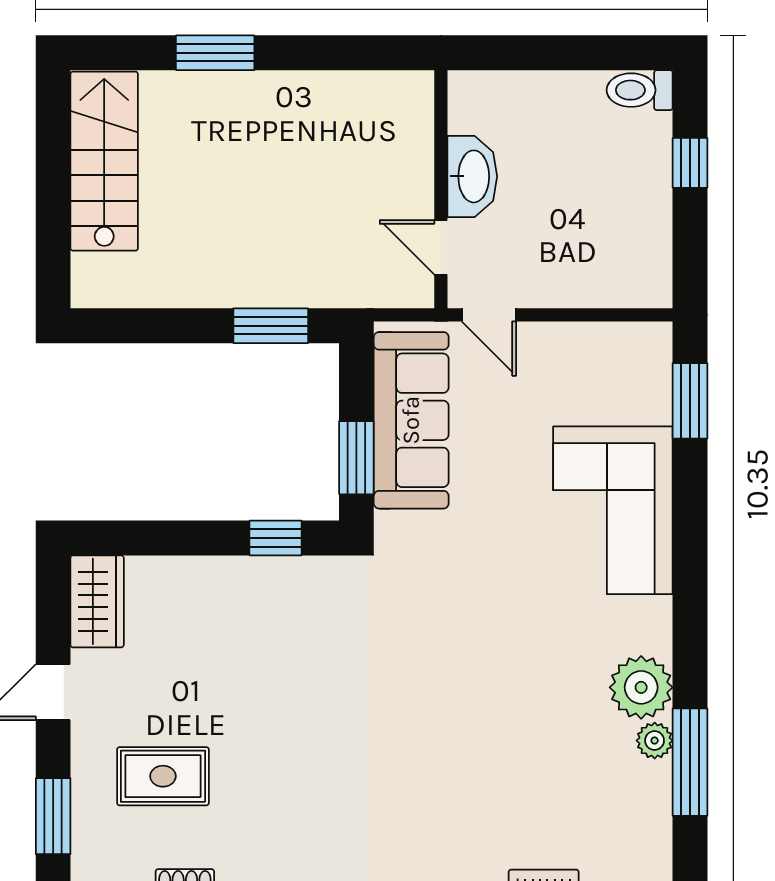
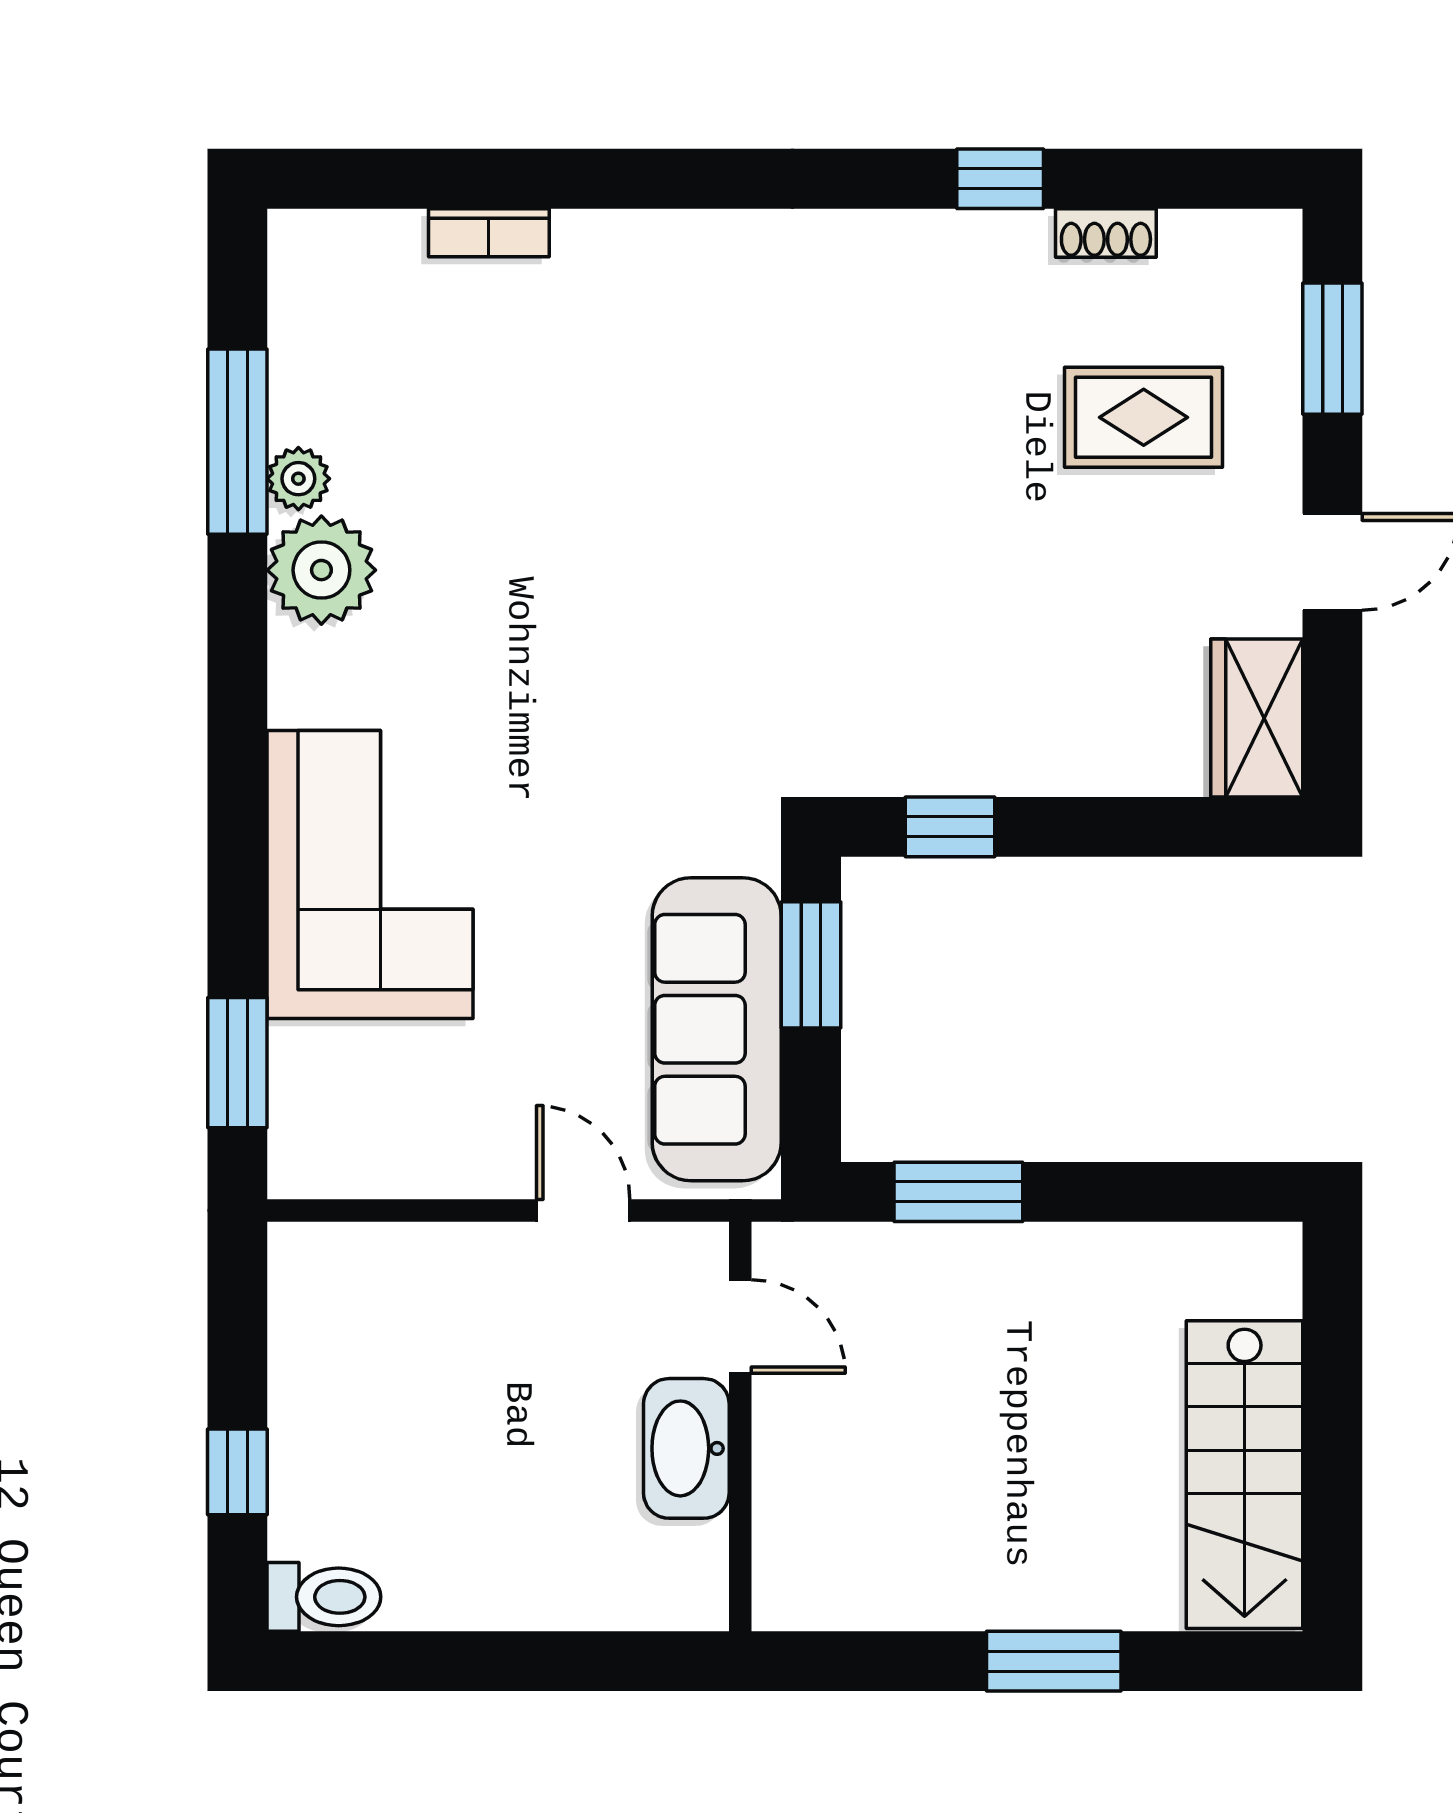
washbasin: (472, 176) -> (686, 1448), moved
wall: (441, 189) -> (740, 1427), moved
door: (441, 247) -> (740, 1327), moved

